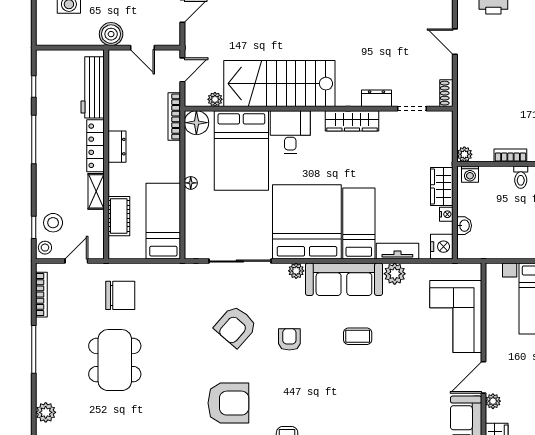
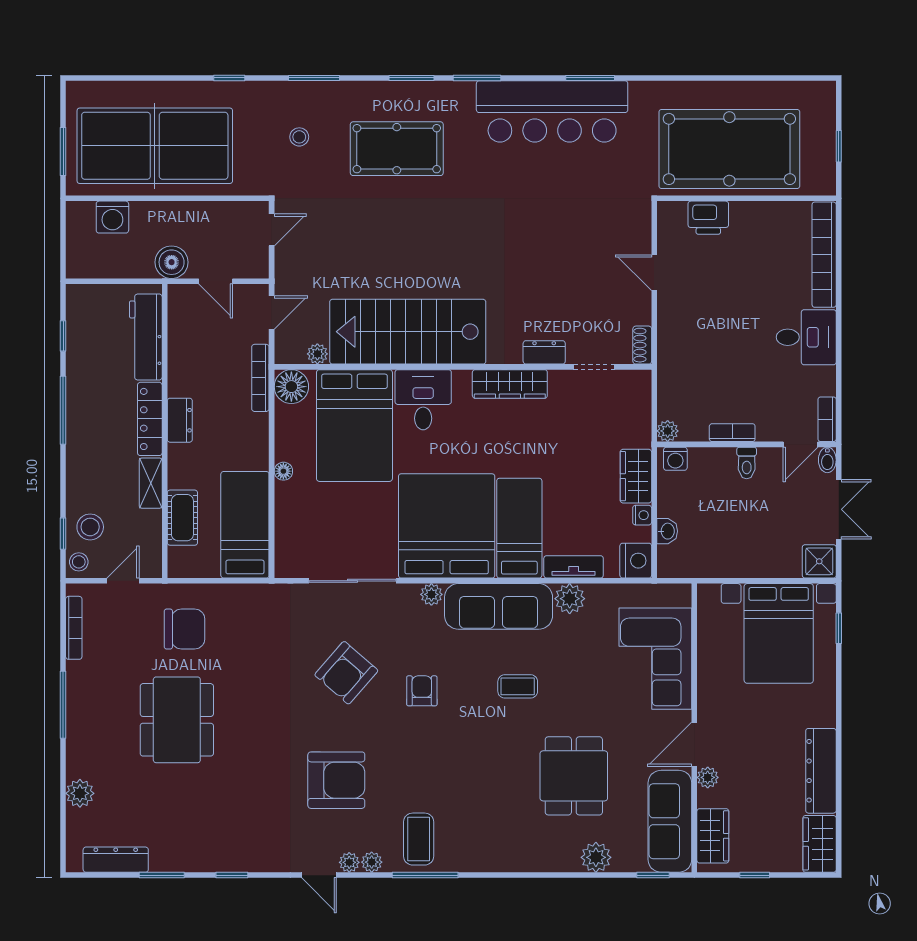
dining table: (398, 400) -> (574, 776), added

